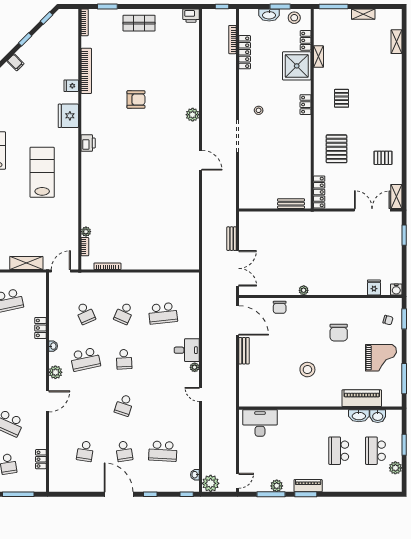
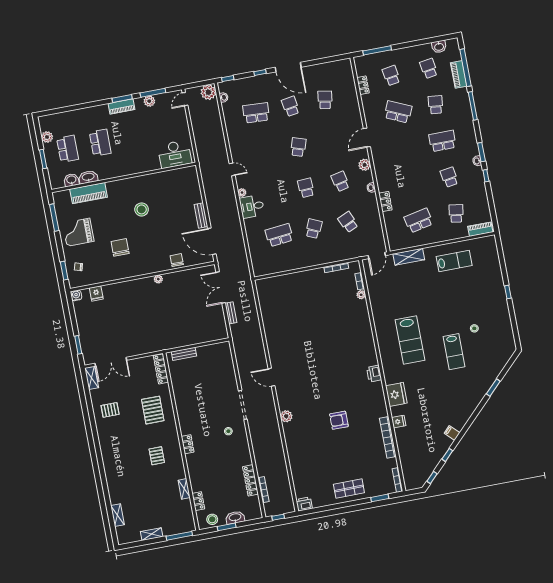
shower: (297, 66) -> (202, 477), removed
school desk: (85, 359) -> (340, 181), width x0.54

